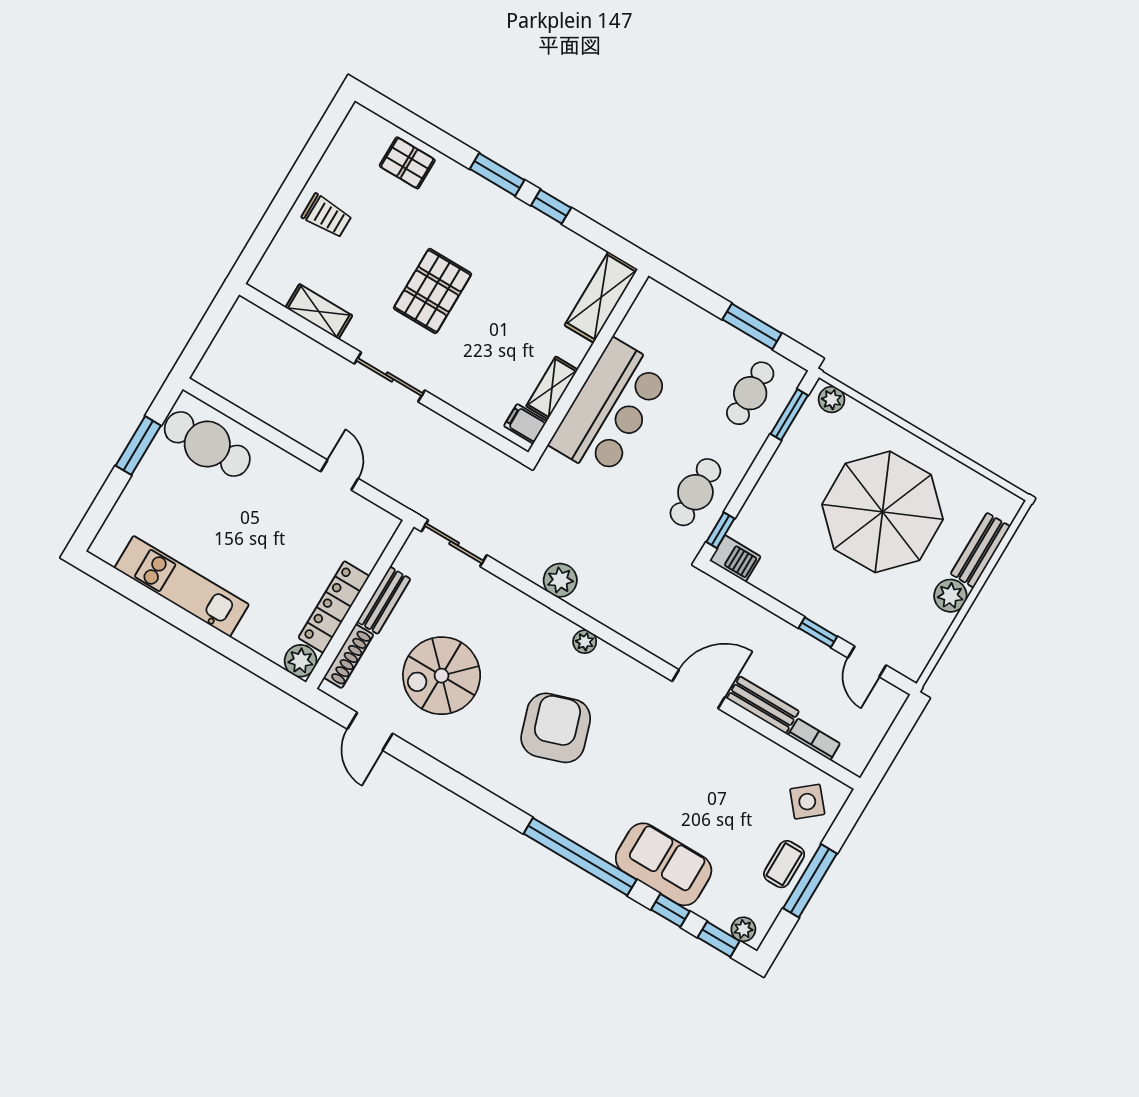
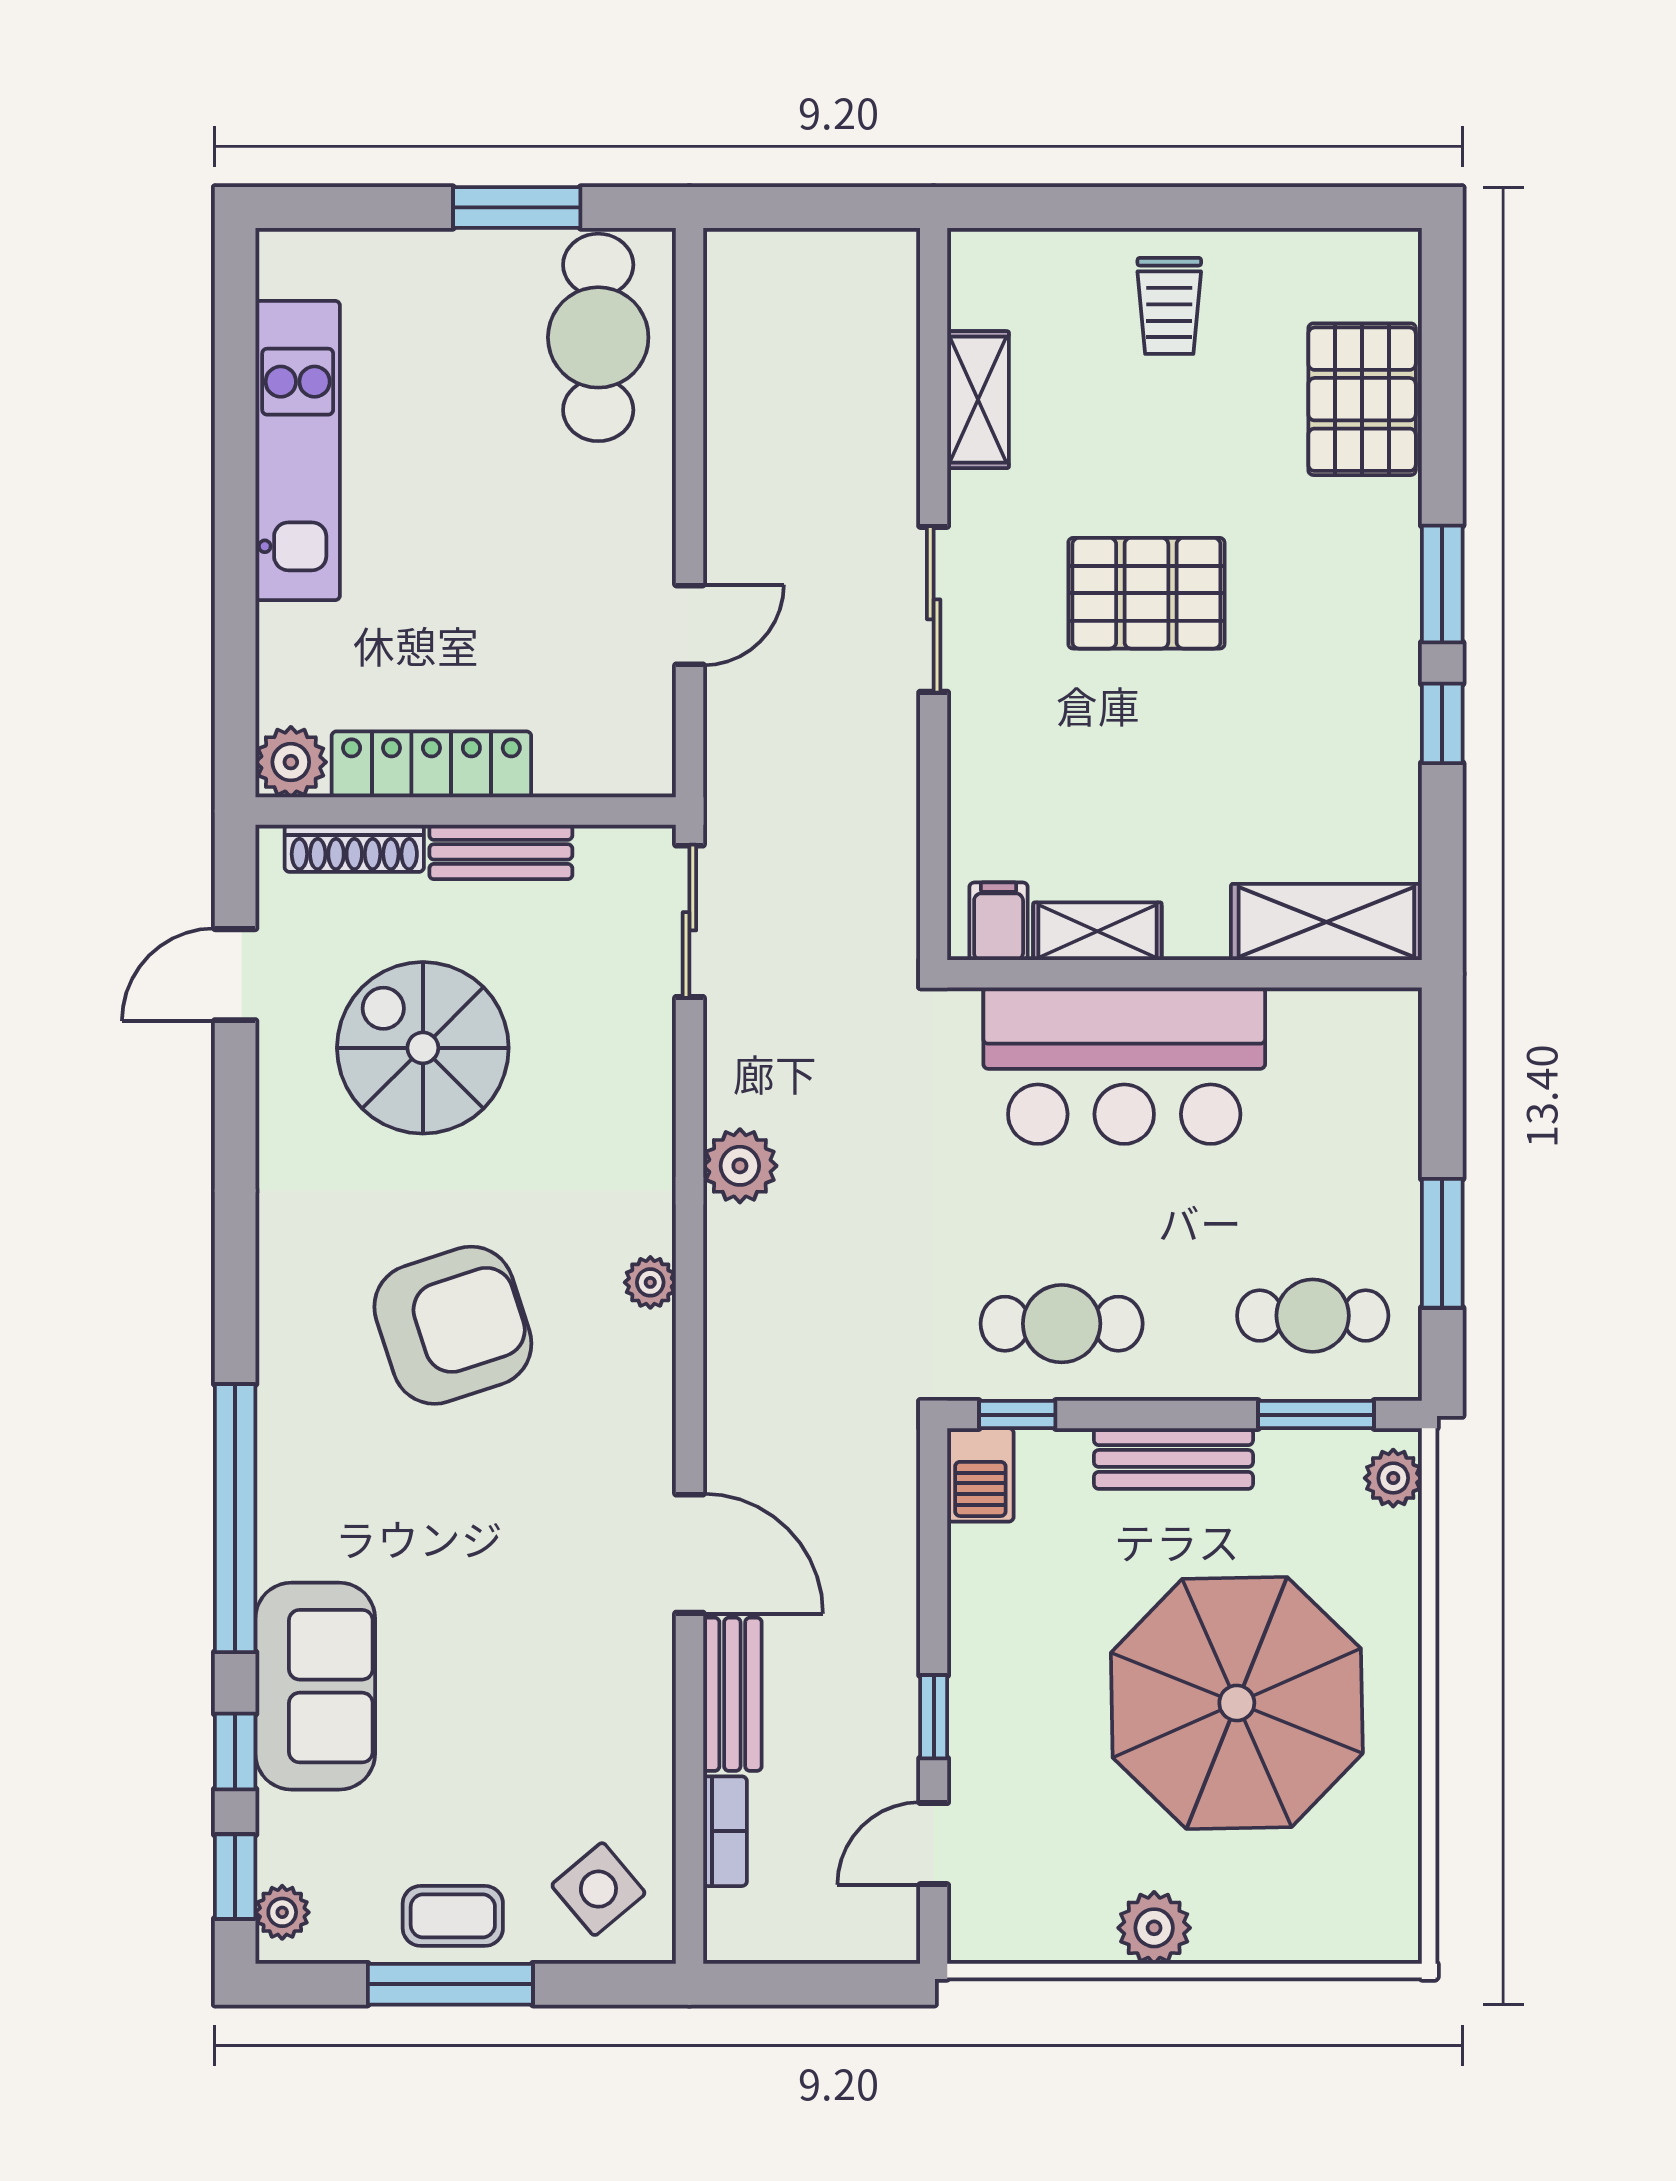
pallet: (407, 163) -> (1362, 399), width x1.50, depth x1.42
bench: (980, 550) -> (1173, 1458), moved

